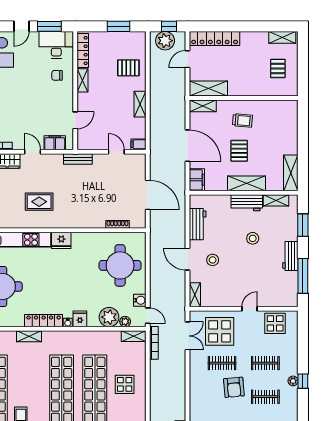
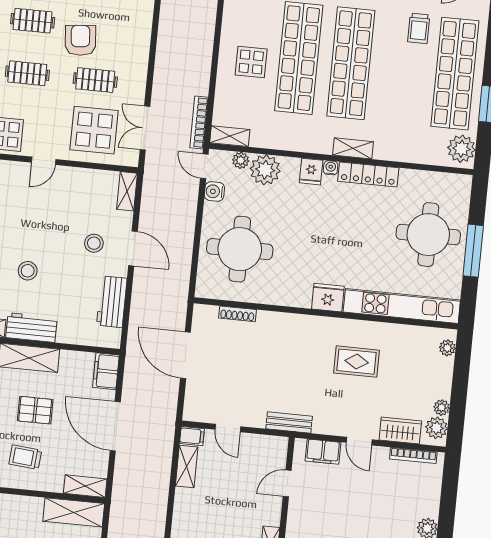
shelving: (140, 104) -> (187, 466), moved
pallet: (239, 151) -> (35, 410), turned 90
shelving: (29, 336) -> (353, 148), moved

